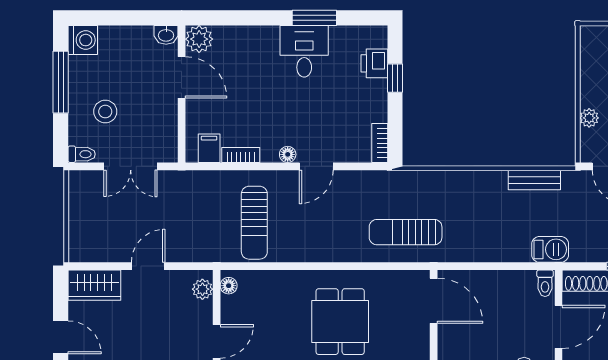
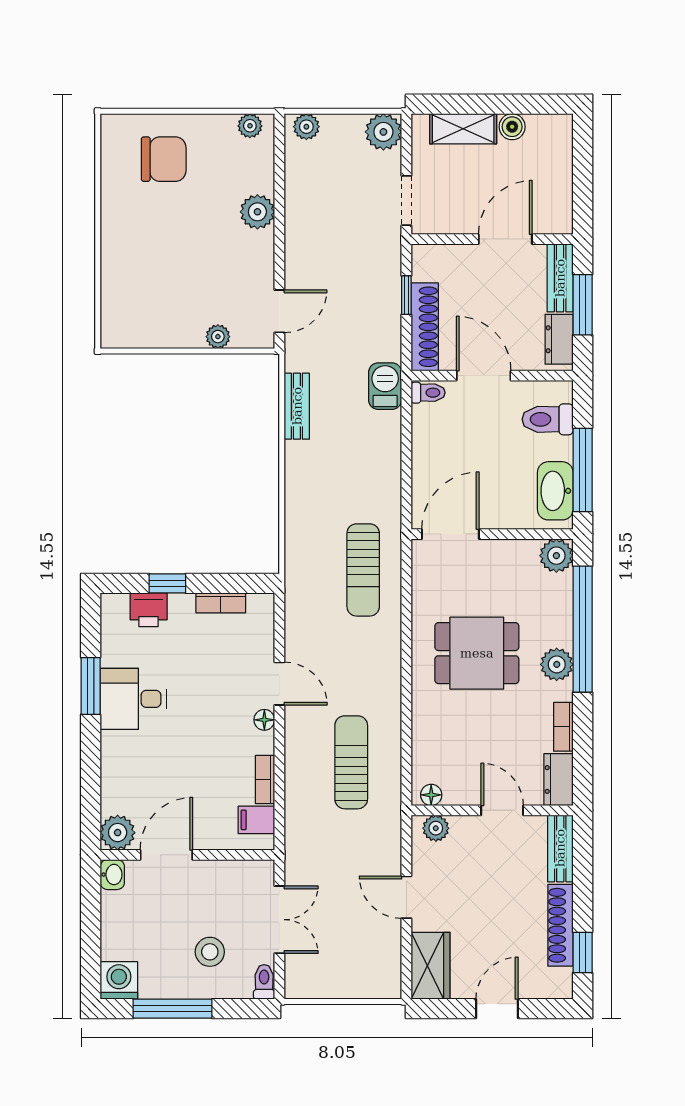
bookcase: (380, 143) -> (221, 603), moved
sun lounger: (254, 223) -> (351, 762), turned -90

